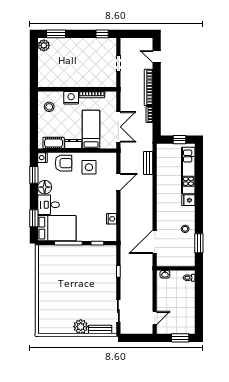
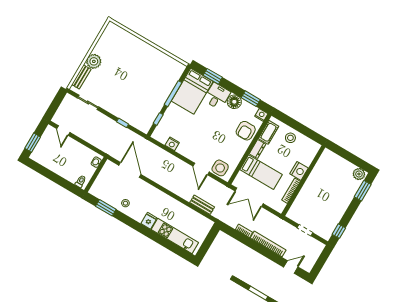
stool: (49, 107) -> (290, 138), moved
window: (179, 140) -> (207, 244), removed
side table: (89, 167) -> (220, 168), moved

